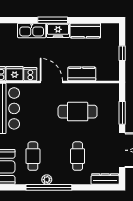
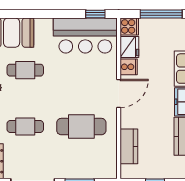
kitchen counter: (82, 74) -> (129, 146), moved
cafe table: (78, 112) -> (81, 127), turned 90

